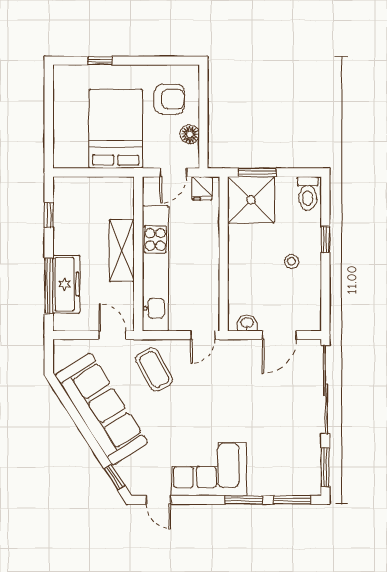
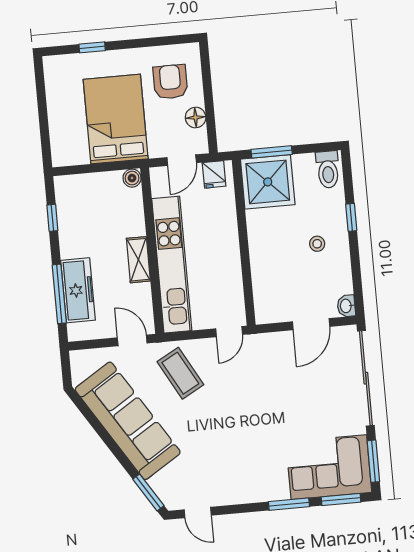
armchair: (169, 99) -> (170, 82), turned -90
boiler: (126, 185) -> (132, 178), added
shelving: (122, 251) -> (138, 260), width x0.67, depth x0.75
washbasin: (247, 323) -> (346, 306), moved, turned -90
corner sofa: (209, 469) -> (329, 467), moved
window: (115, 477) -> (148, 492), width x1.50

